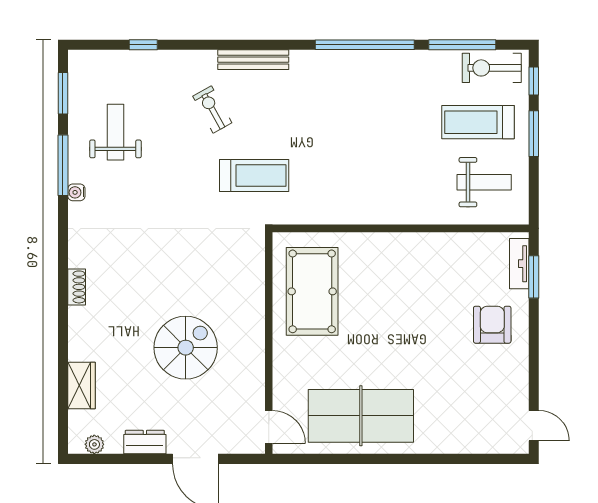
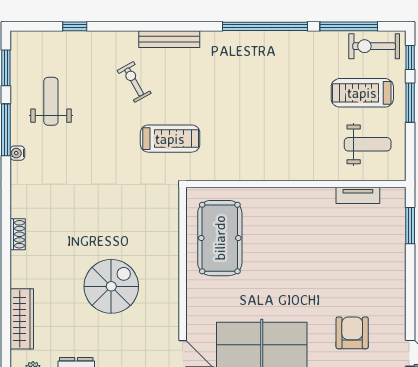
tv unit: (519, 264) -> (358, 195), moved, turned -90
armchair: (492, 325) -> (352, 333), moved
wardrobe: (81, 386) -> (22, 319), width x1.50

